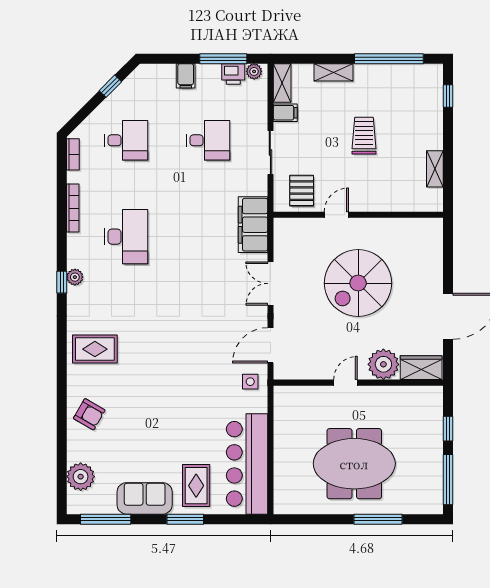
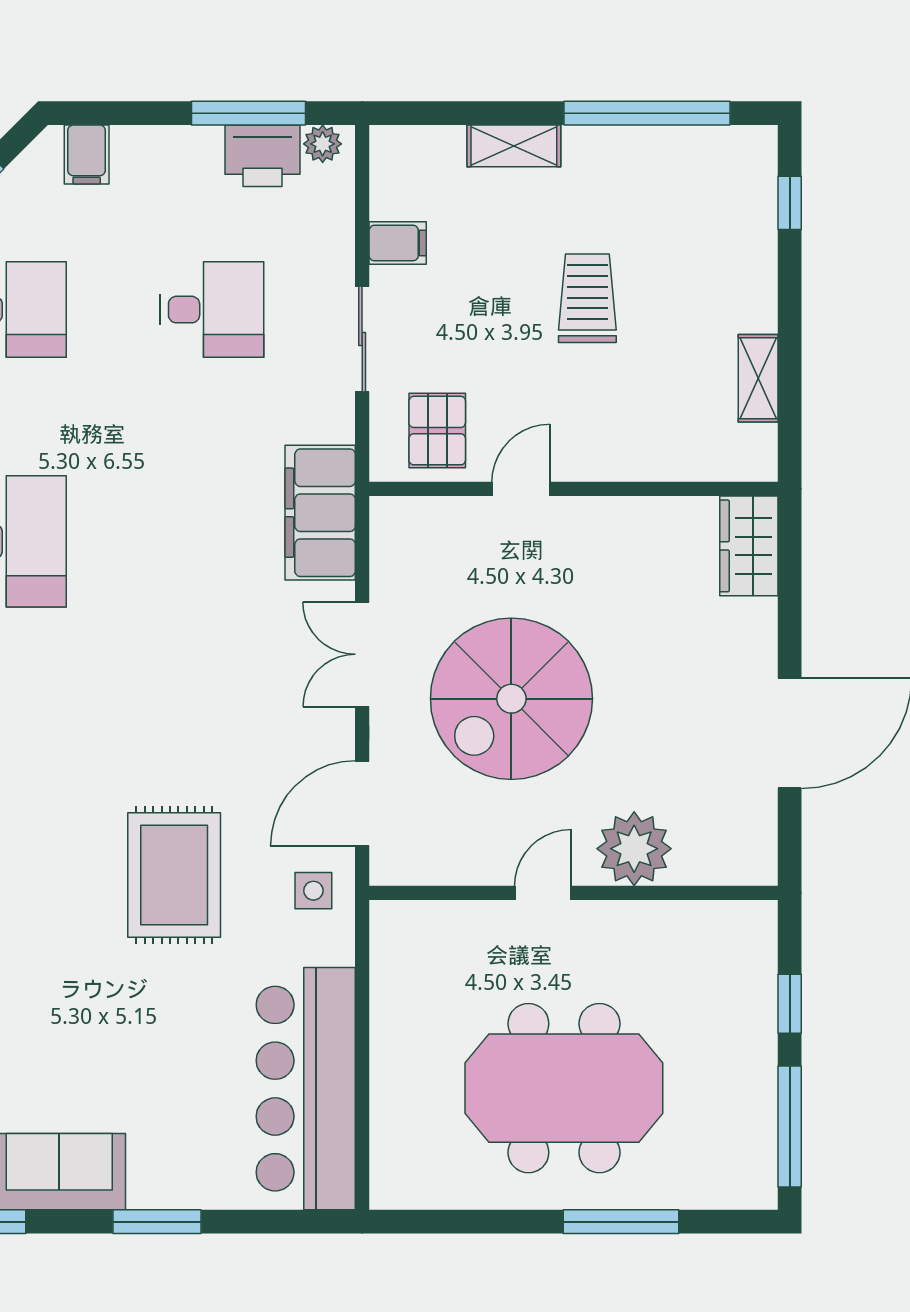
printer: (233, 74) -> (263, 156), width x1.36, depth x1.24
filing cabinet: (186, 76) -> (87, 155), moved
shelving: (282, 83) -> (390, 171), removed
spiral stairs: (358, 283) -> (511, 699), moved
wardrobe: (421, 368) -> (749, 546), moved, turned -90
rug: (196, 486) -> (174, 875), moved, width x1.36, depth x1.43

